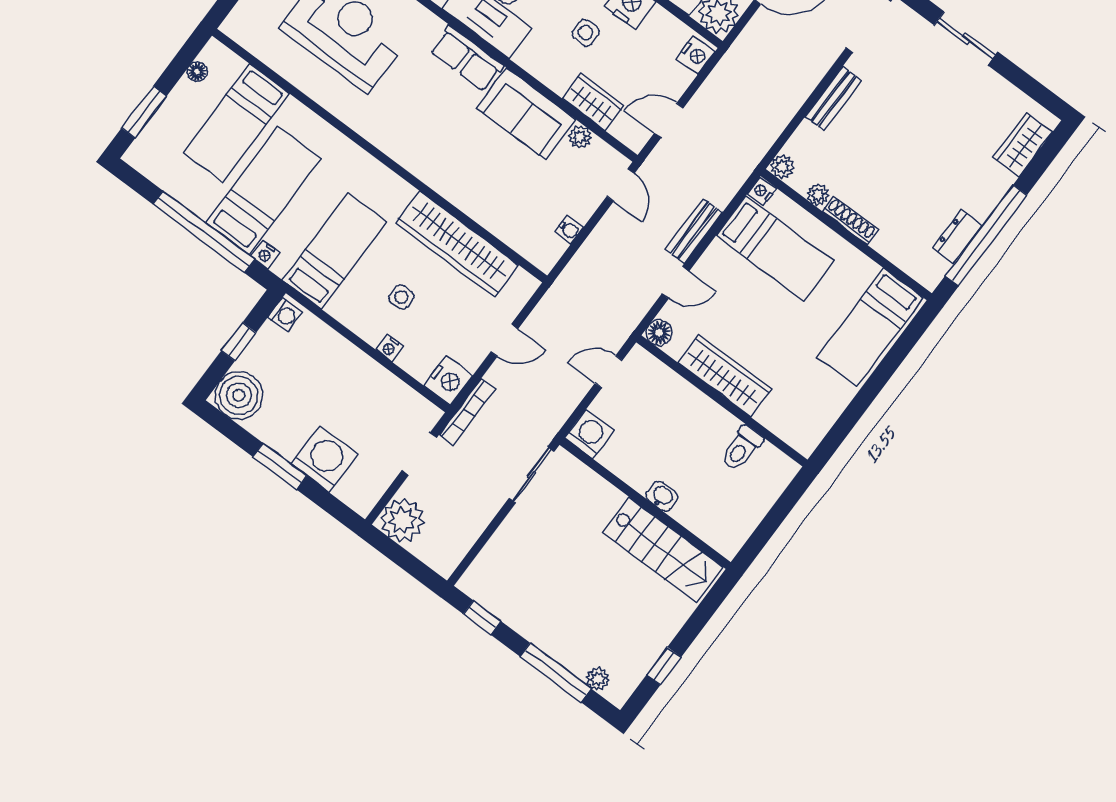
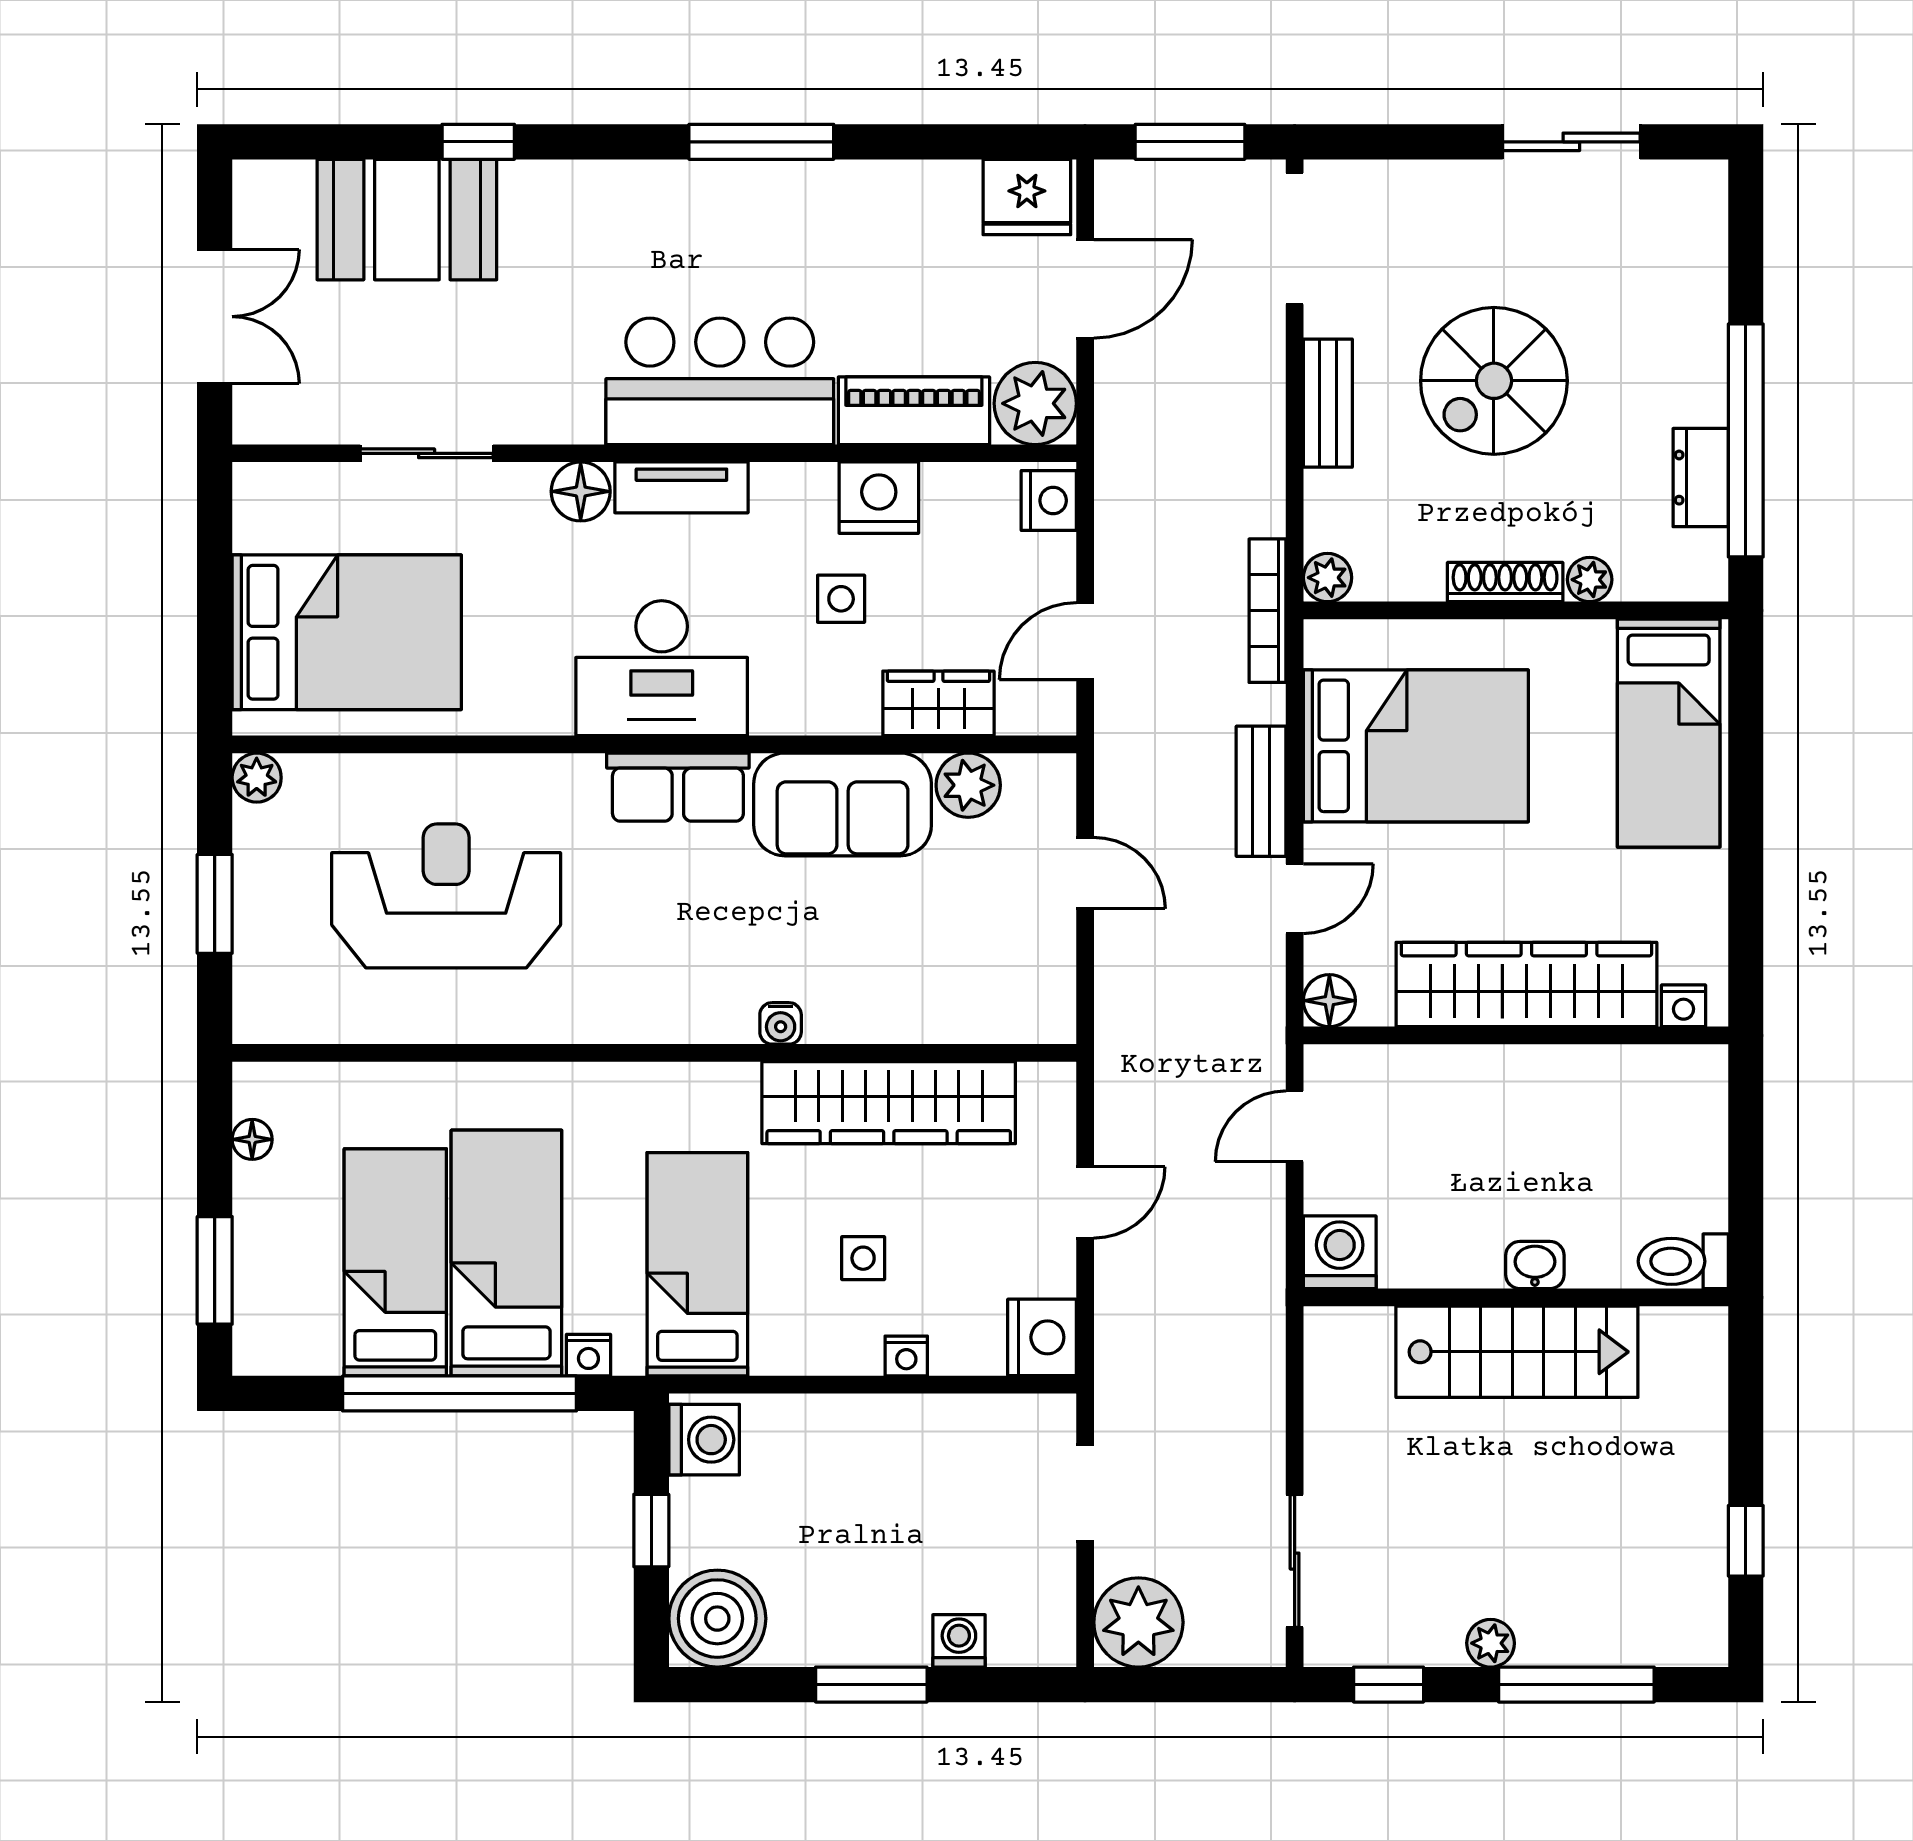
sliding door: (966, 38) -> (1571, 142), moved
bed: (236, 123) -> (395, 1262), moved, turned 180
plant: (580, 137) -> (968, 785), width x1.38, depth x1.38
spiral stairs: (905, 138) -> (1494, 381), added
wardrobe: (1023, 145) -> (1695, 247), removed
door: (621, 185) -> (1085, 873), moved
nightstand: (762, 191) -> (1683, 1006), moved, turned -90
plant: (818, 195) -> (1590, 580), moved
water cooler: (569, 230) -> (781, 1023), moved, turned 90
bed: (775, 249) -> (1416, 746), width x1.50
washing machine: (285, 315) -> (704, 1440), width x1.38, depth x1.38
wardrobe: (724, 376) -> (1526, 984), width x1.40, depth x1.17
bookcase: (467, 412) -> (1267, 611), moved, turned 180
toilet: (742, 449) -> (1683, 1261), moved, turned 90
washing machine: (325, 459) -> (959, 1641), width x0.53, depth x0.53
sliding door: (532, 475) -> (1295, 1561), moved
stairs: (663, 550) -> (1517, 1352), moved
plant: (598, 679) -> (1491, 1643), moved

